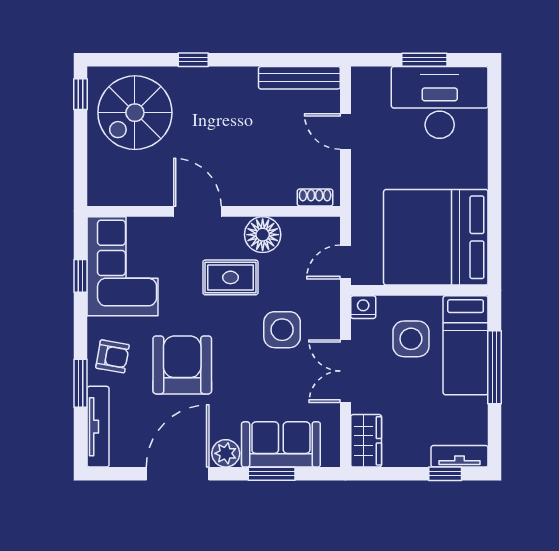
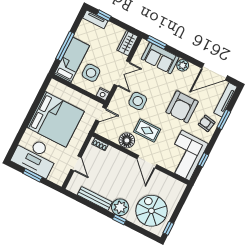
bench: (299, 78) -> (95, 198), moved
plant: (205, 86) -> (120, 207), added
spiral stairs: (135, 113) -> (151, 211), turned -90
bed: (436, 237) -> (56, 119), moved
door: (178, 474) -> (215, 72), moved
window: (272, 474) -> (157, 42), moved

